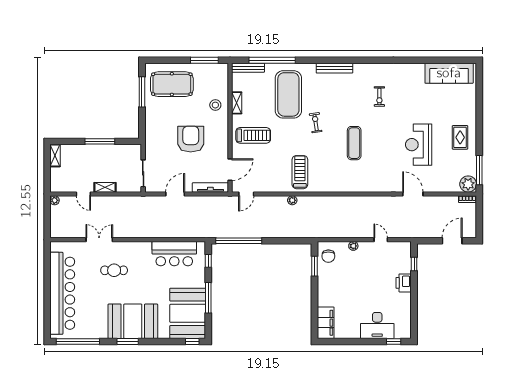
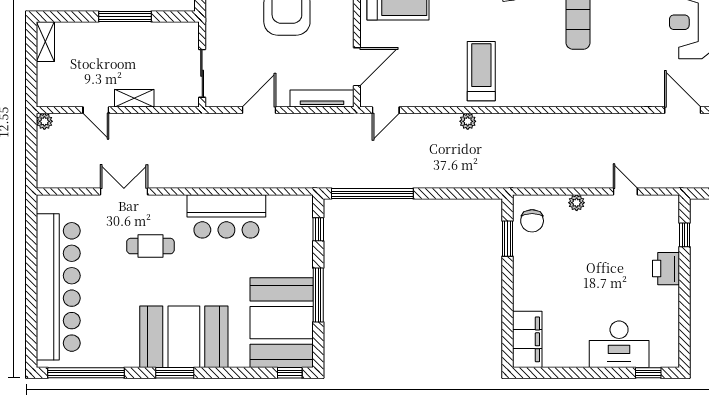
bar counter: (174, 254) -> (226, 216), moved

